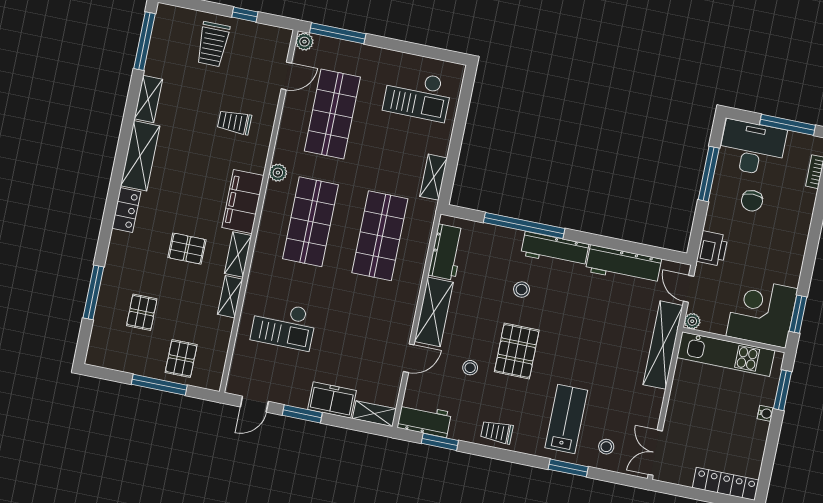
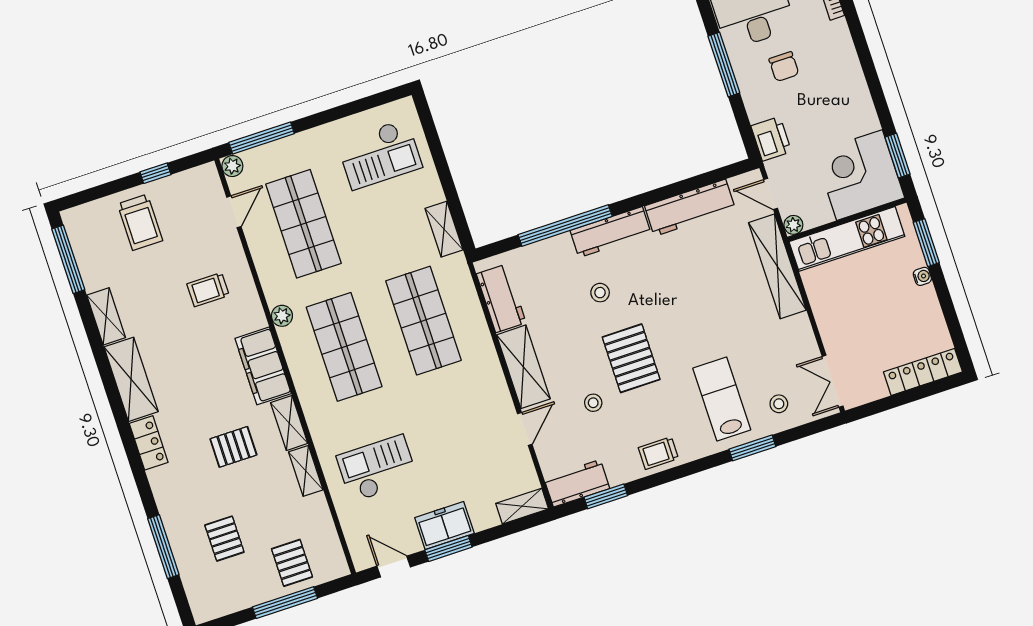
checkout: (284, 325) -> (377, 468), turned 180
freezer: (332, 400) -> (444, 526), moved
door: (254, 404) -> (394, 567), swing flipped

